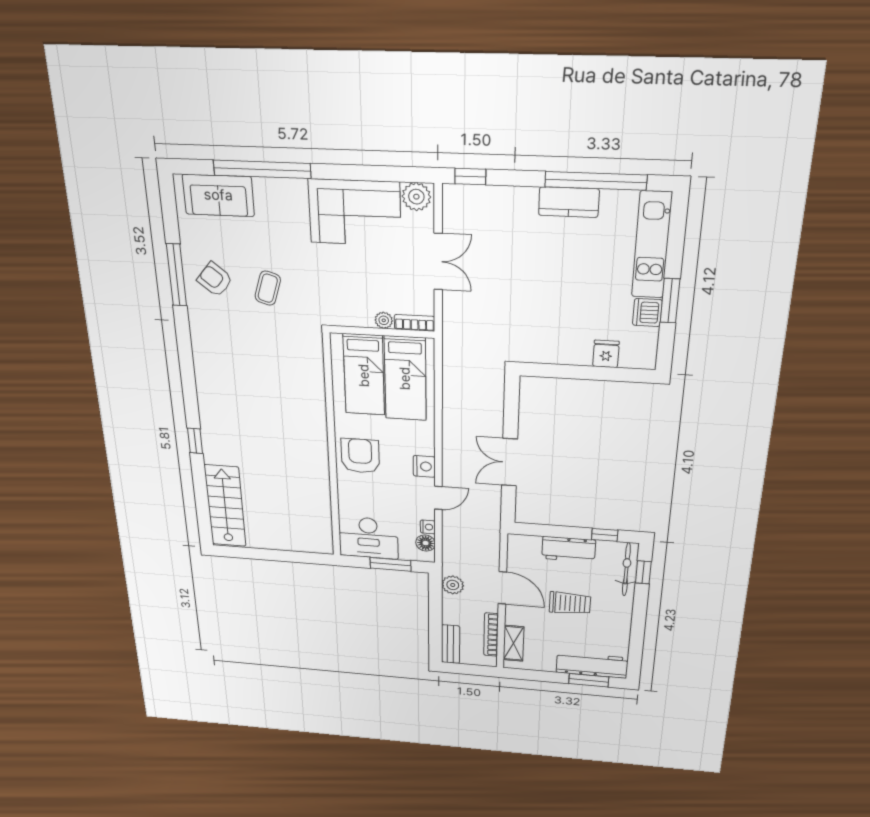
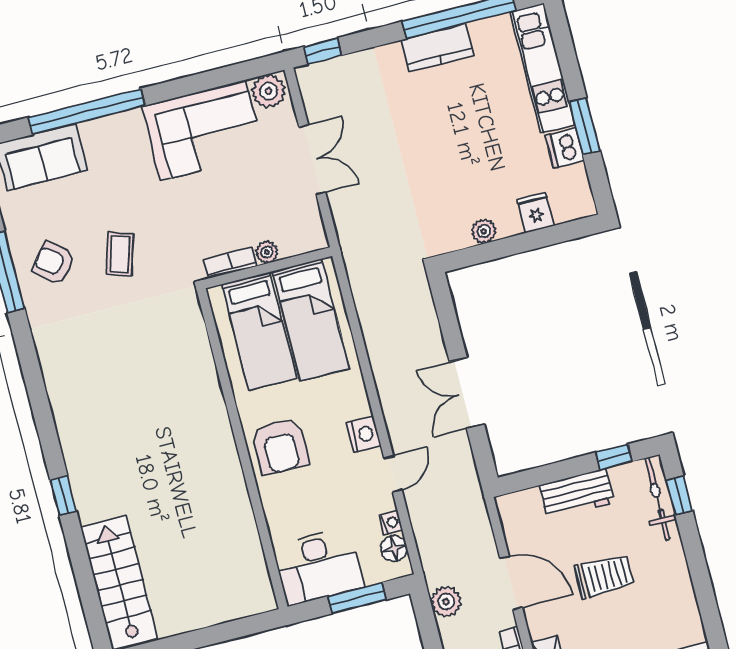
bookcase: (415, 323) -> (230, 263), moved
plant: (560, 355) -> (484, 231), added
armchair: (360, 456) -> (280, 446), turned 180

